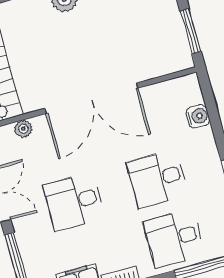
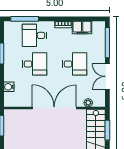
desk: (174, 238) -> (34, 35), turned 180

